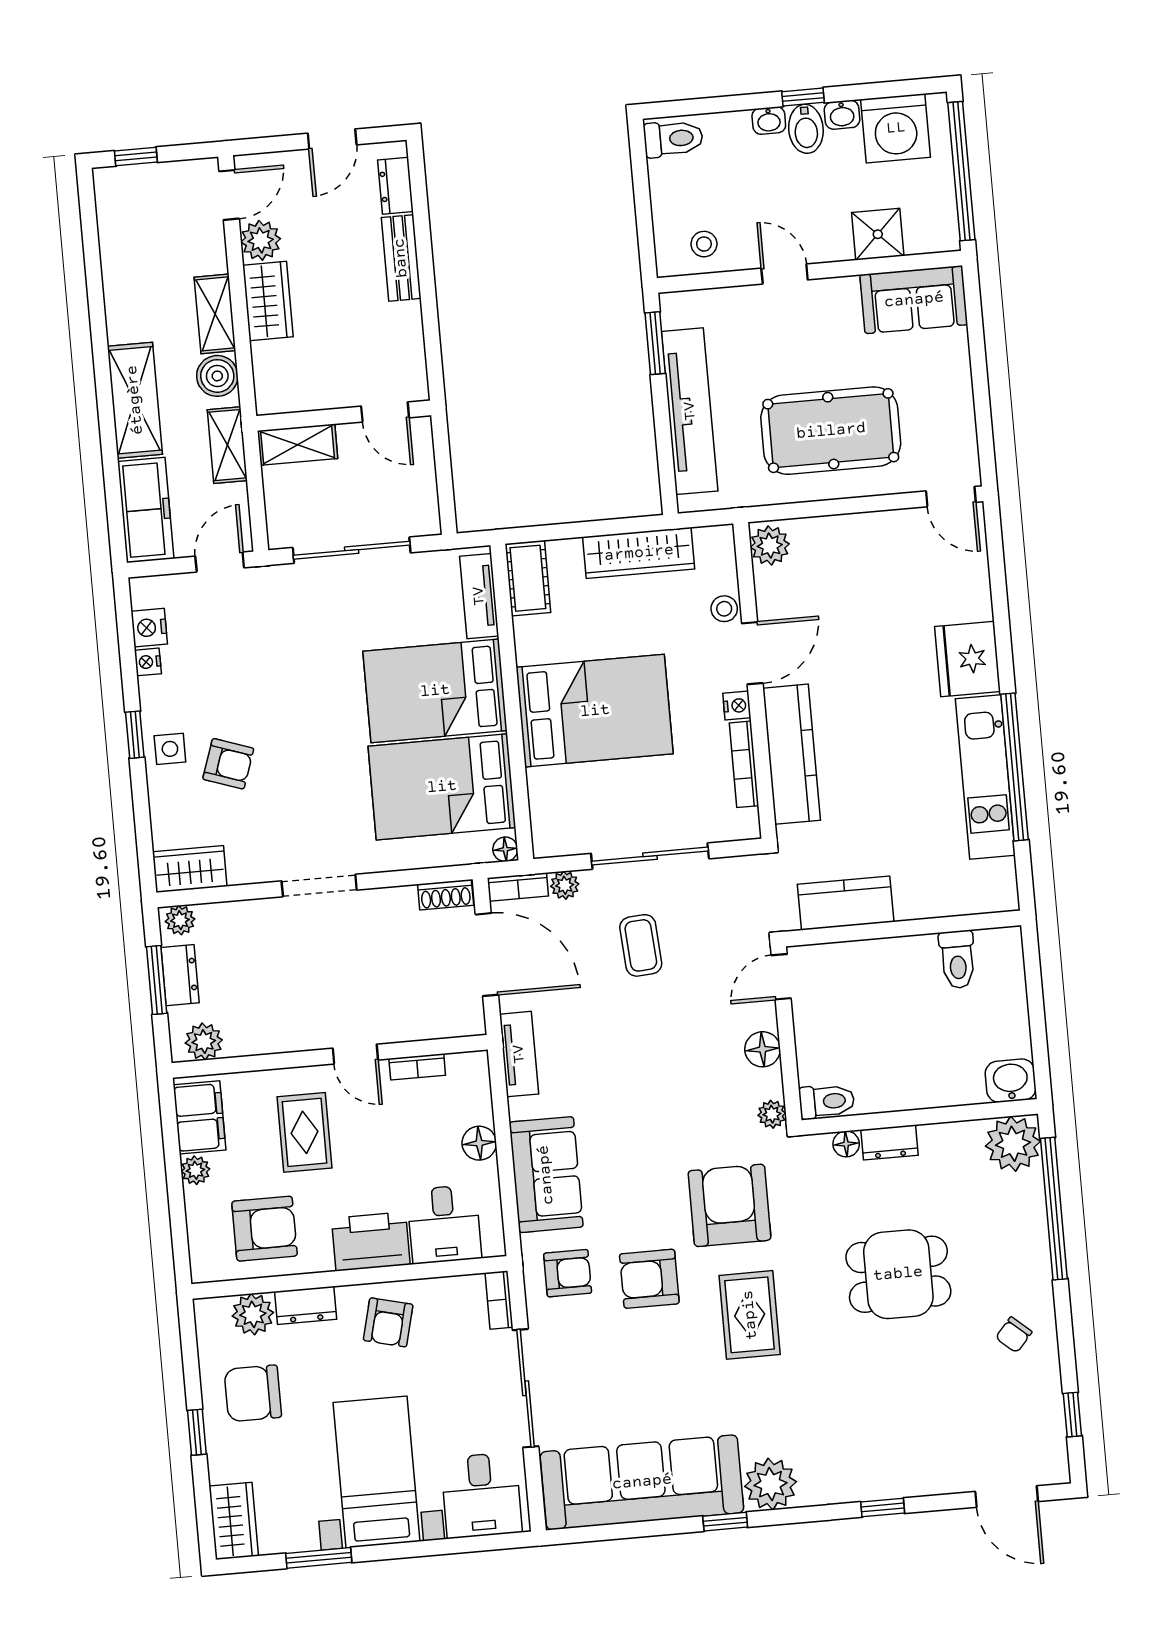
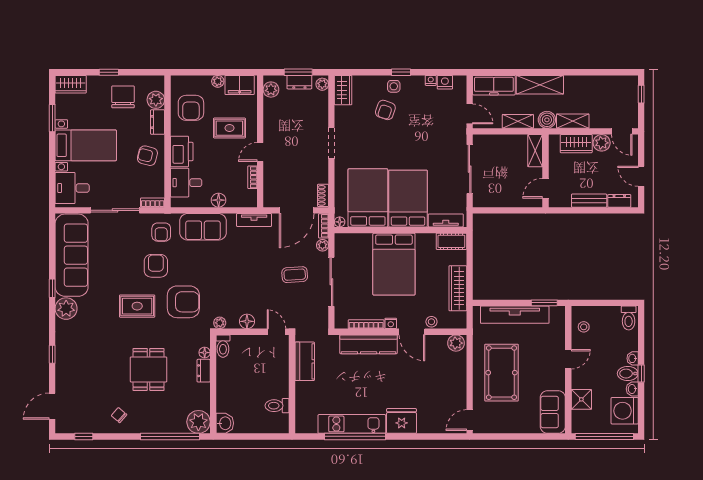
door: (385, 412) -> (545, 188), moved
wall: (344, 416) -> (545, 171), moved
shelving: (298, 445) -> (535, 151), moved

